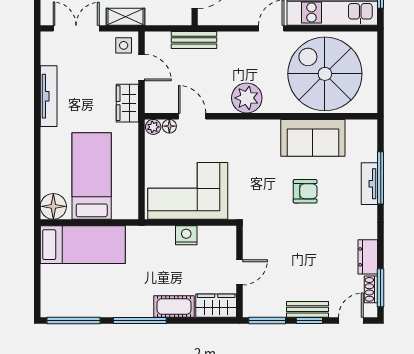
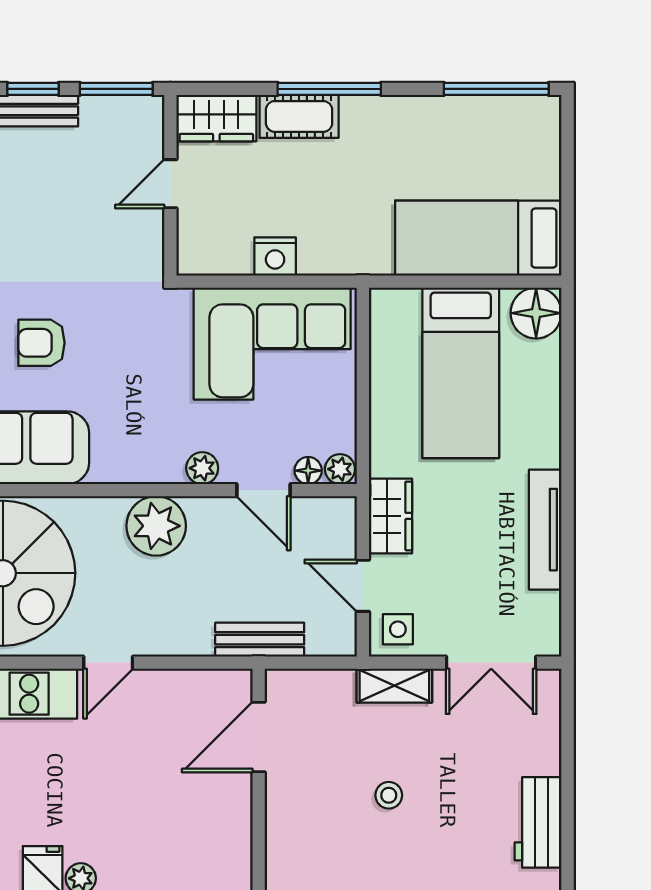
plant: (223, 127) -> (202, 468), added
window: (140, 321) -> (329, 89), moved

